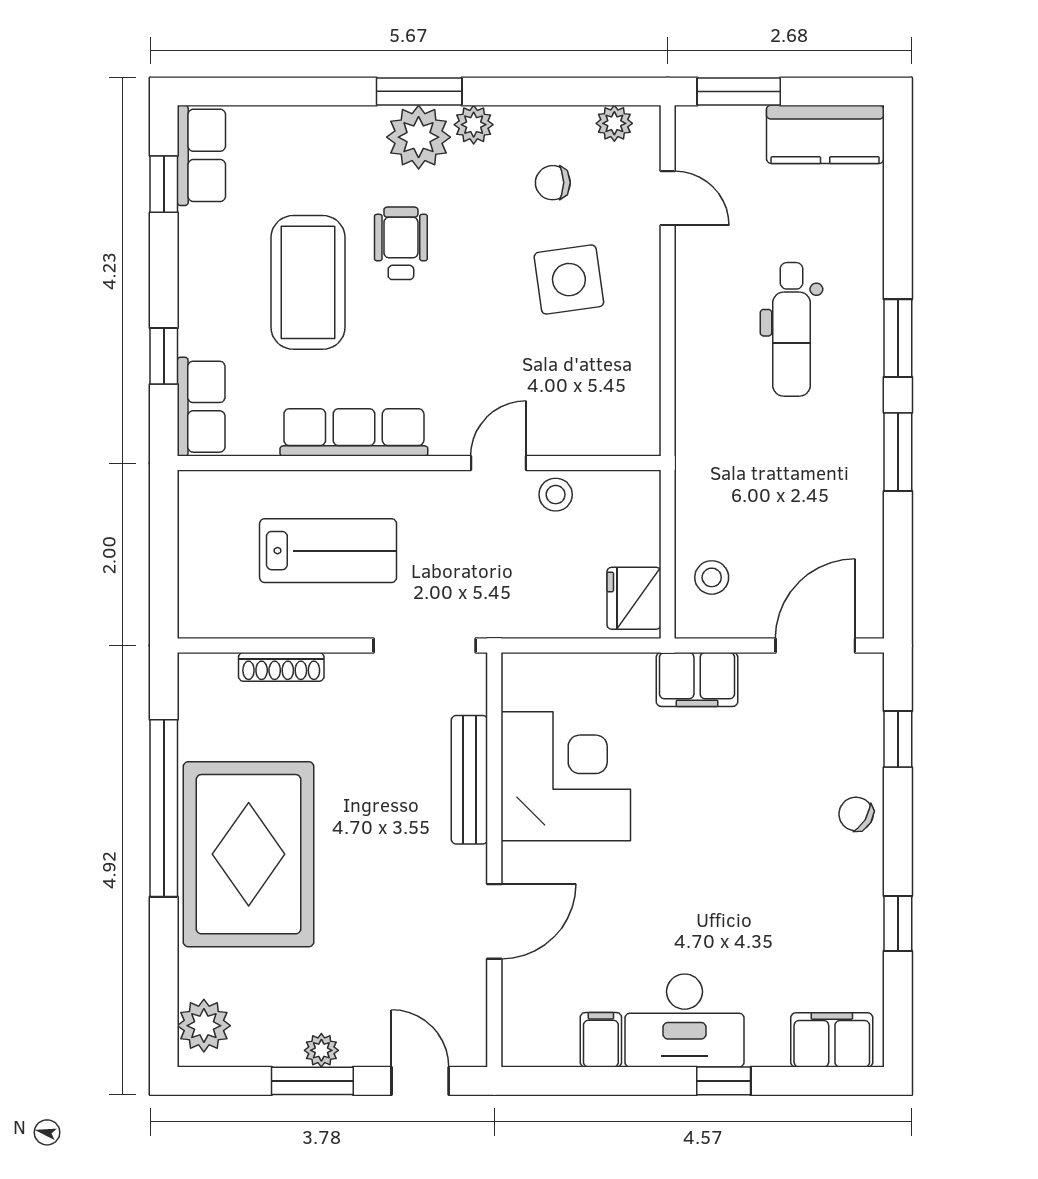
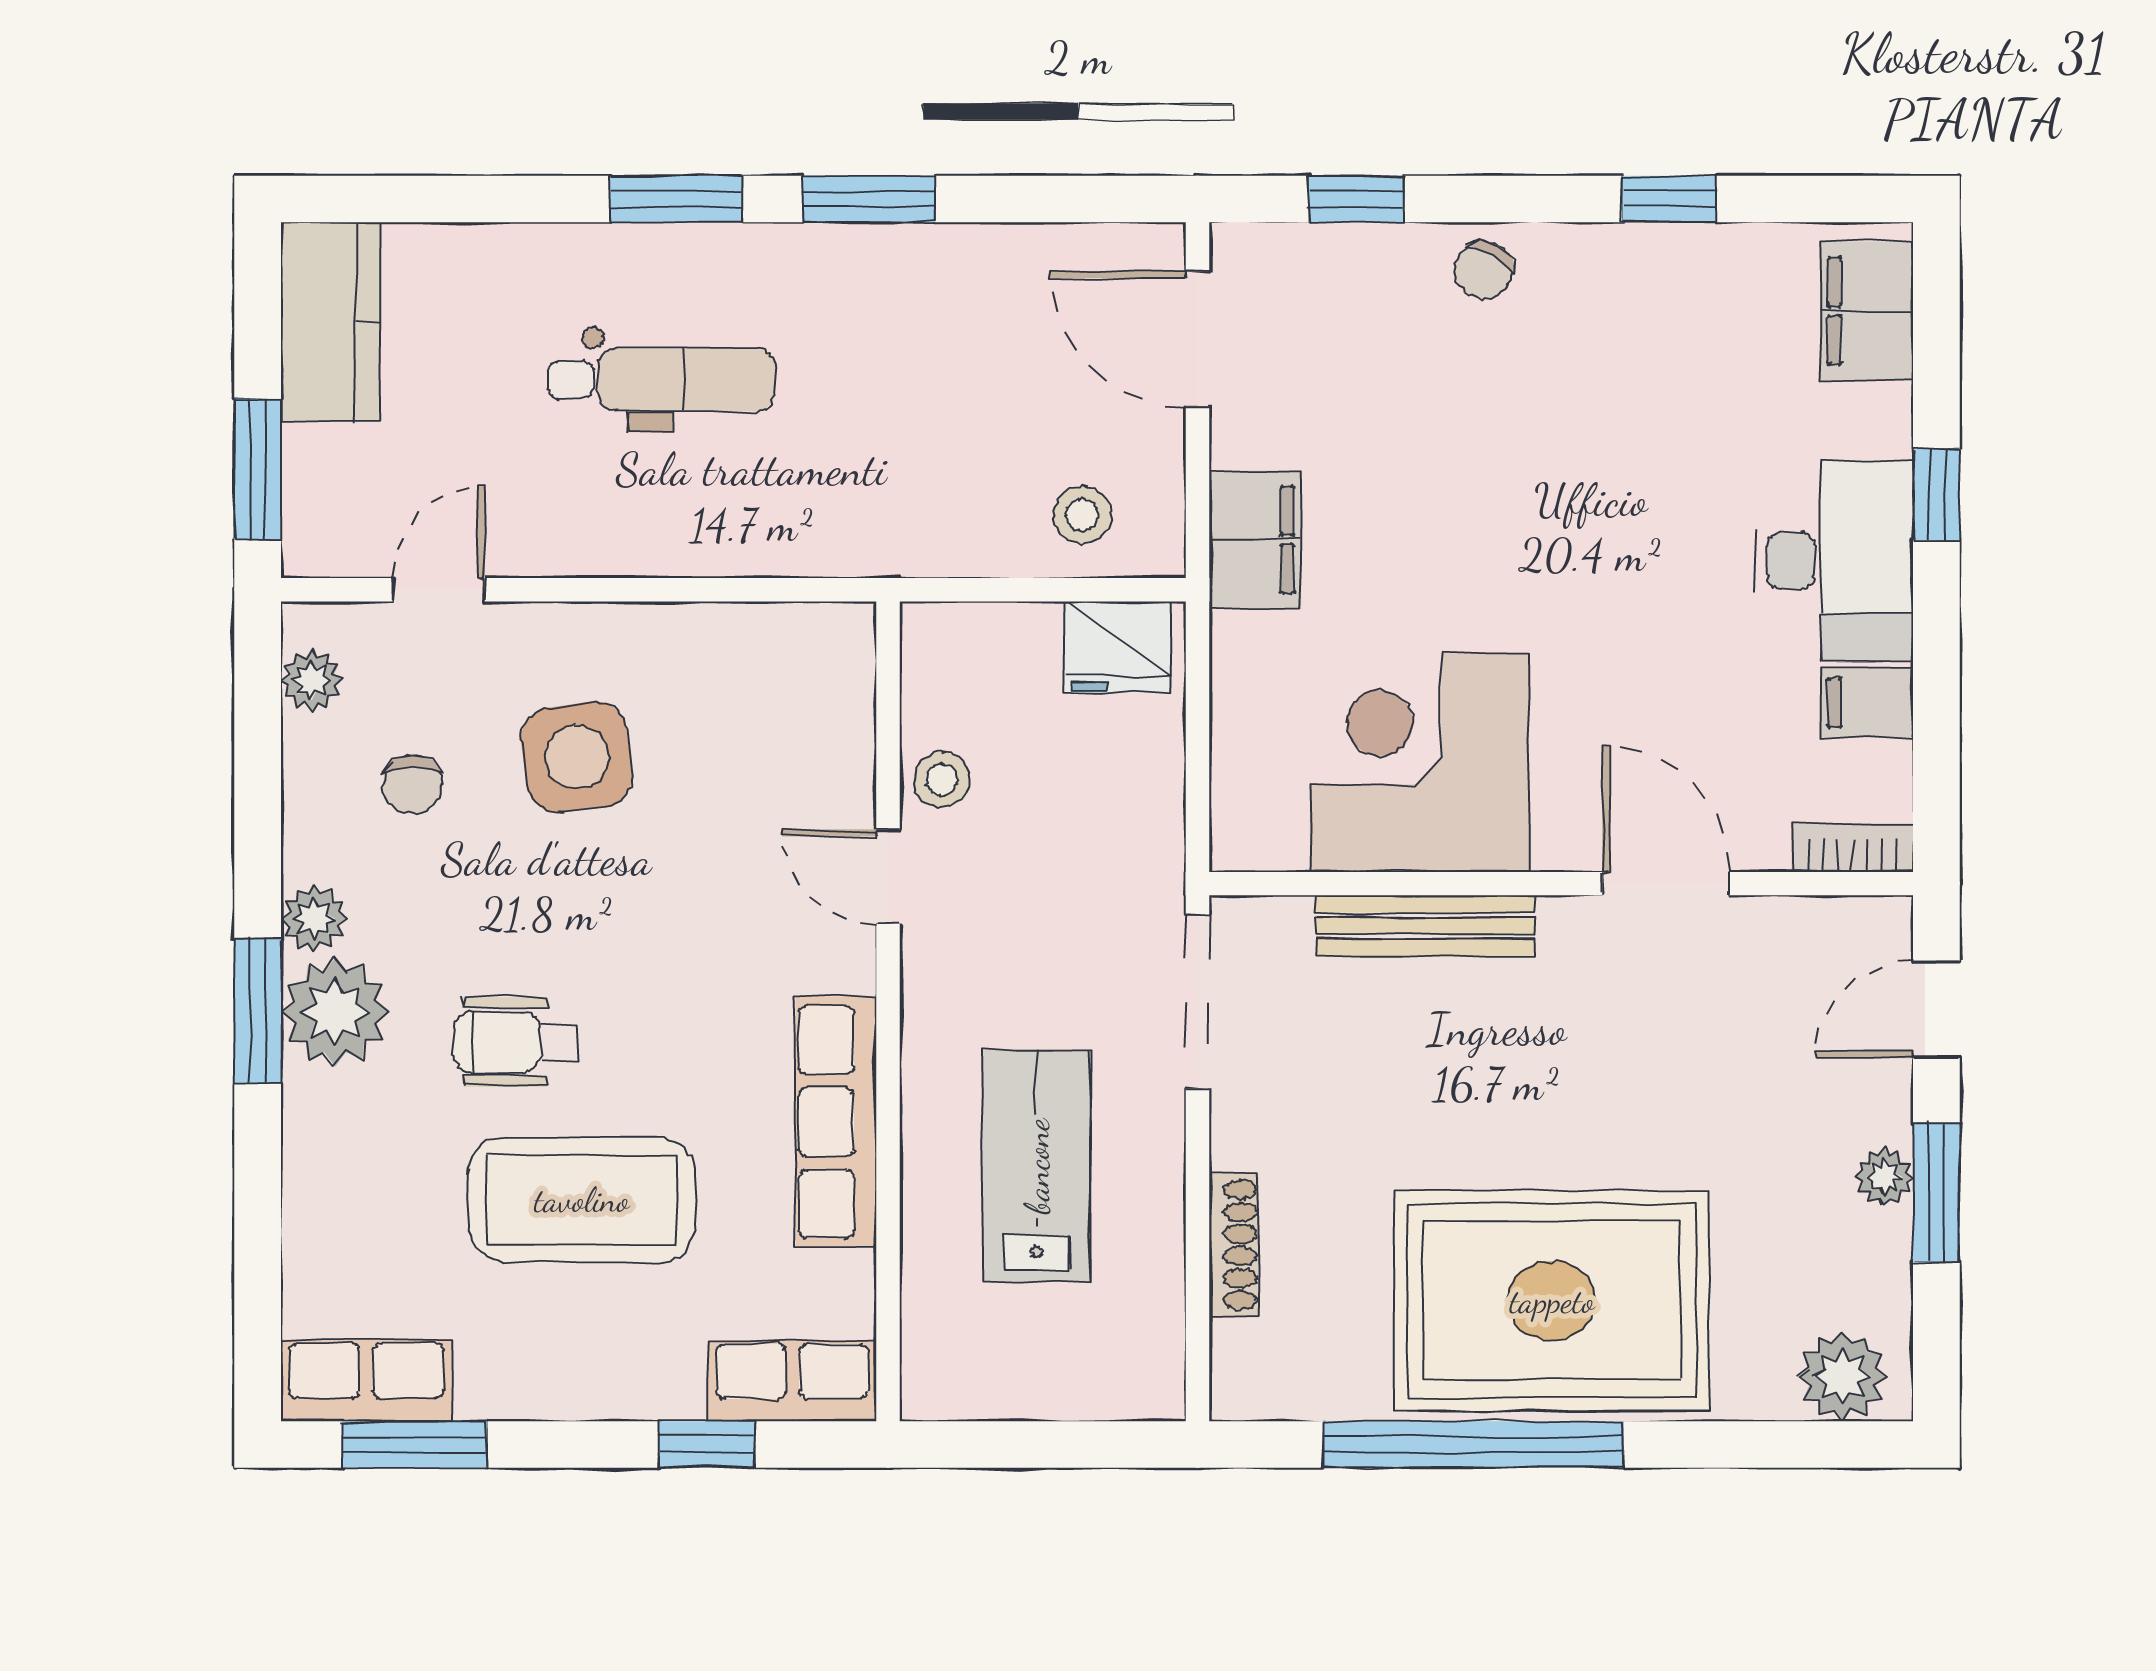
window: (164, 184) -> (415, 1444), width x1.50
bookcase: (516, 1031) -> (1852, 848), added

